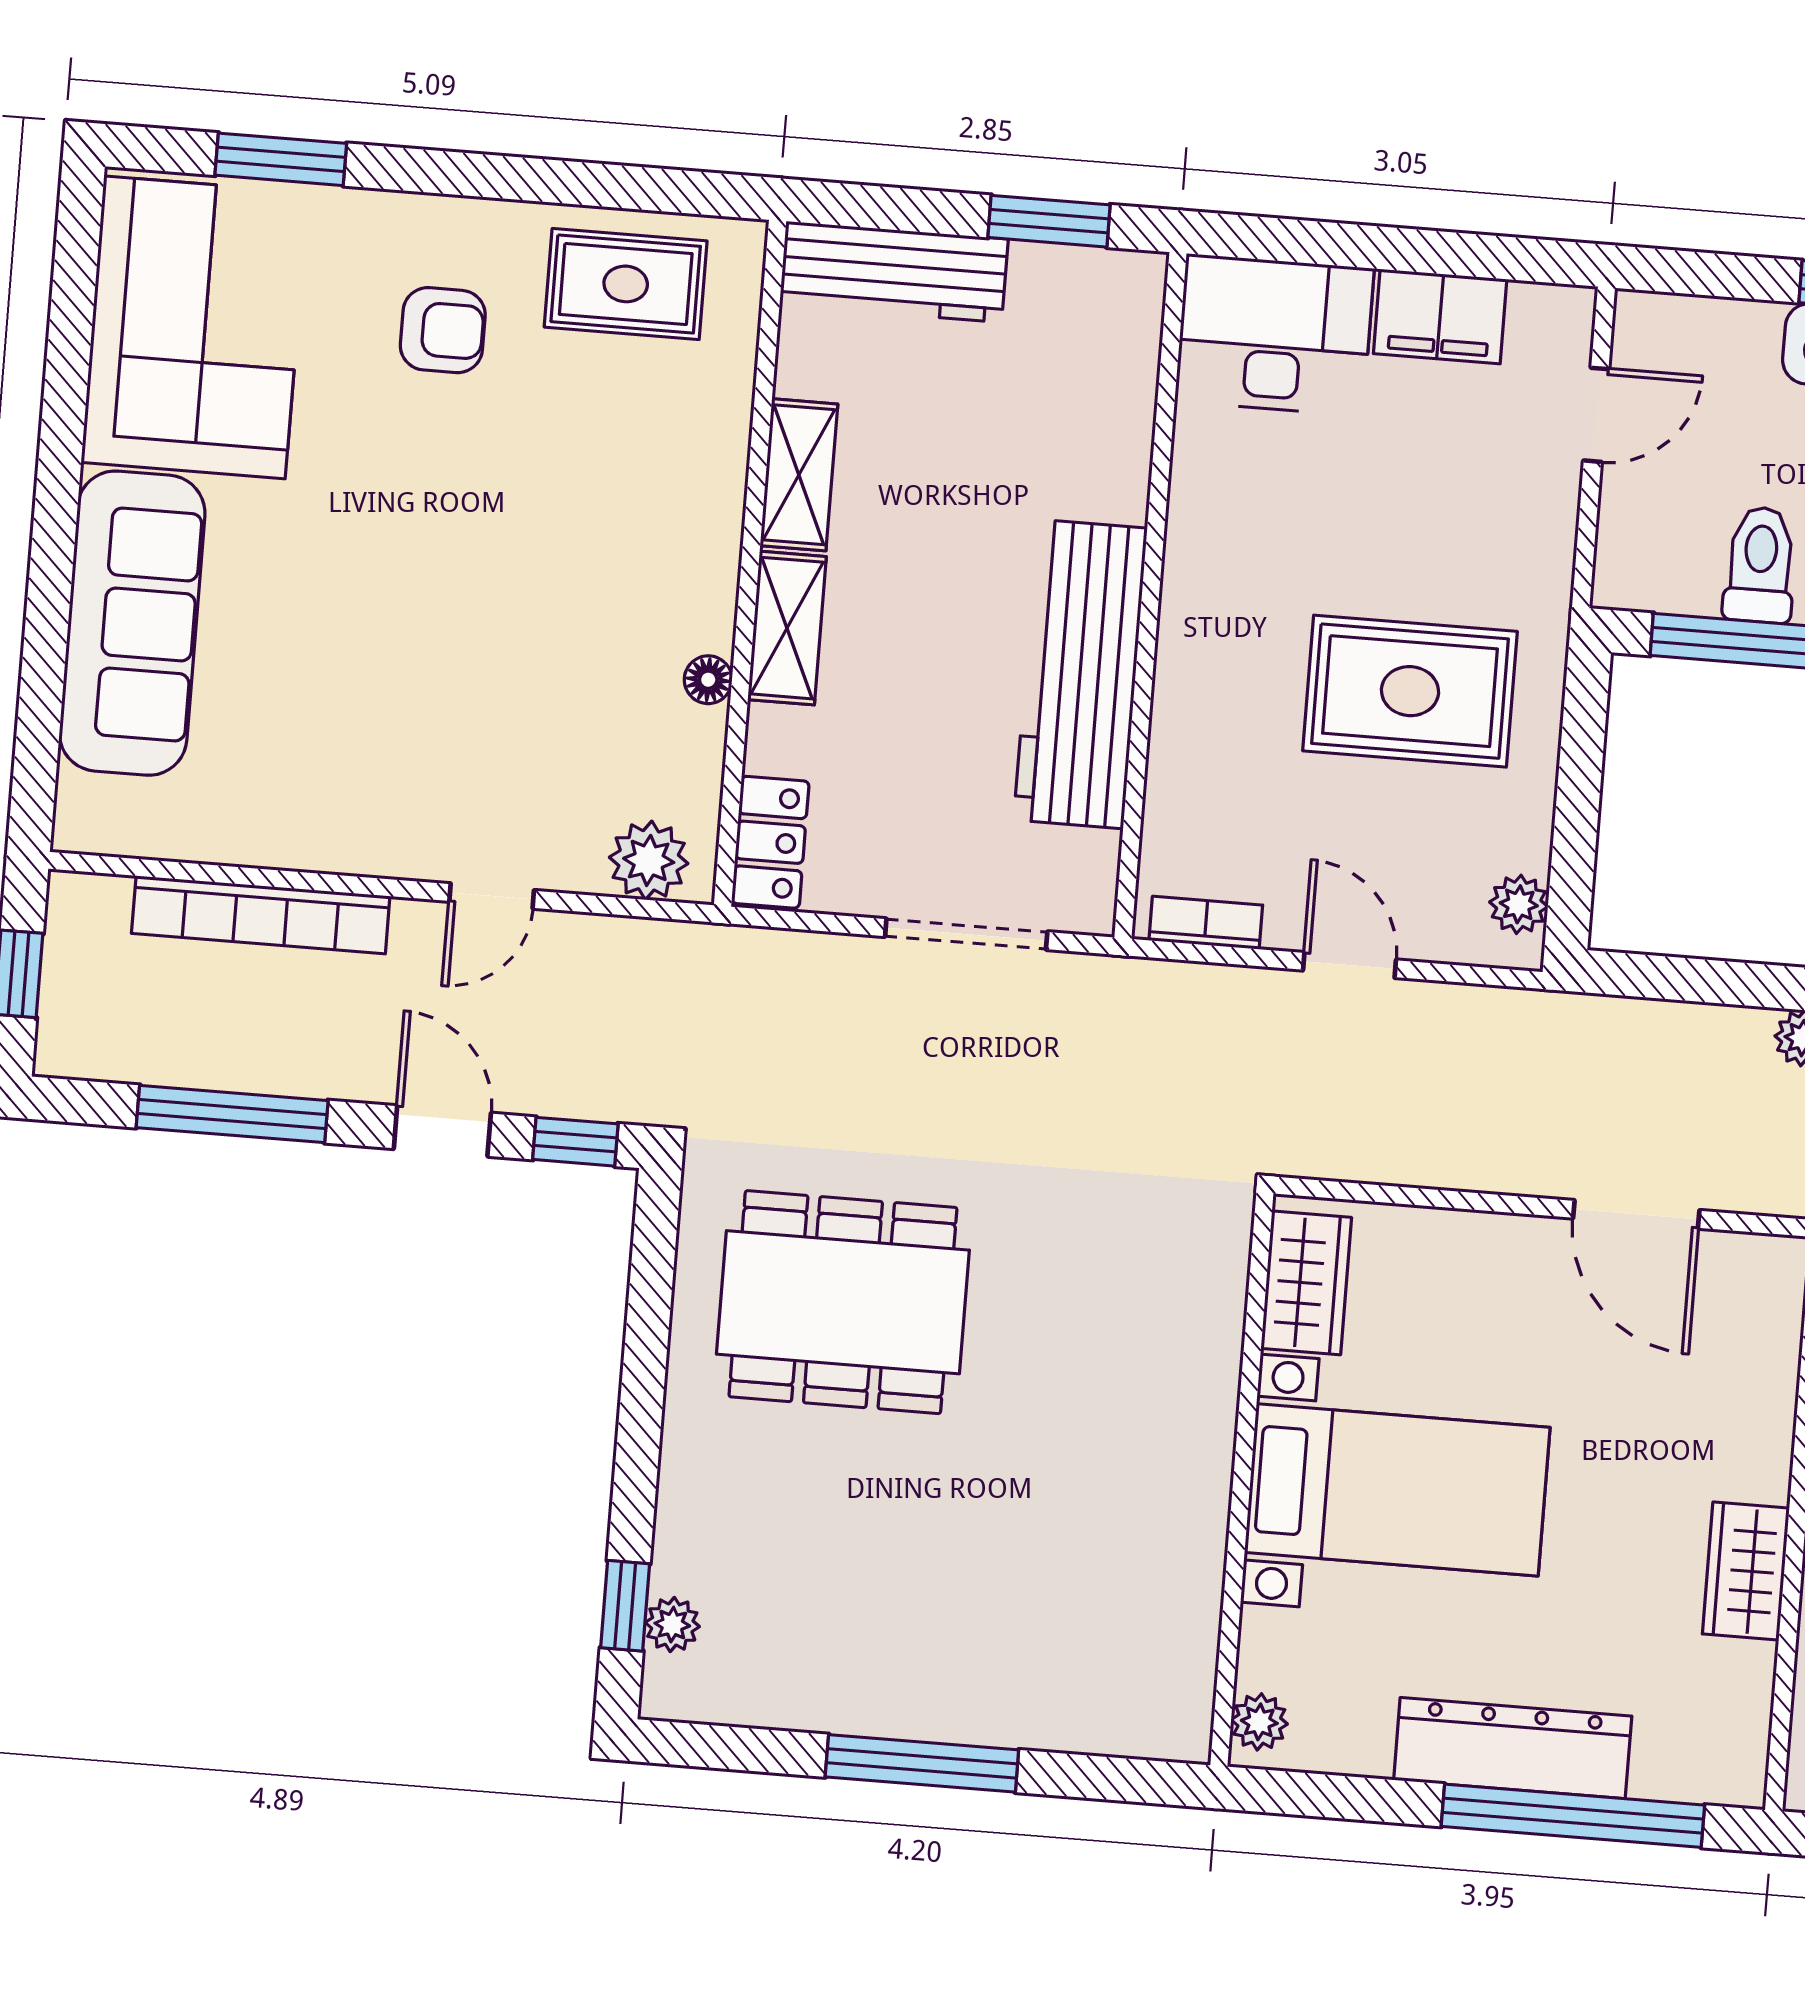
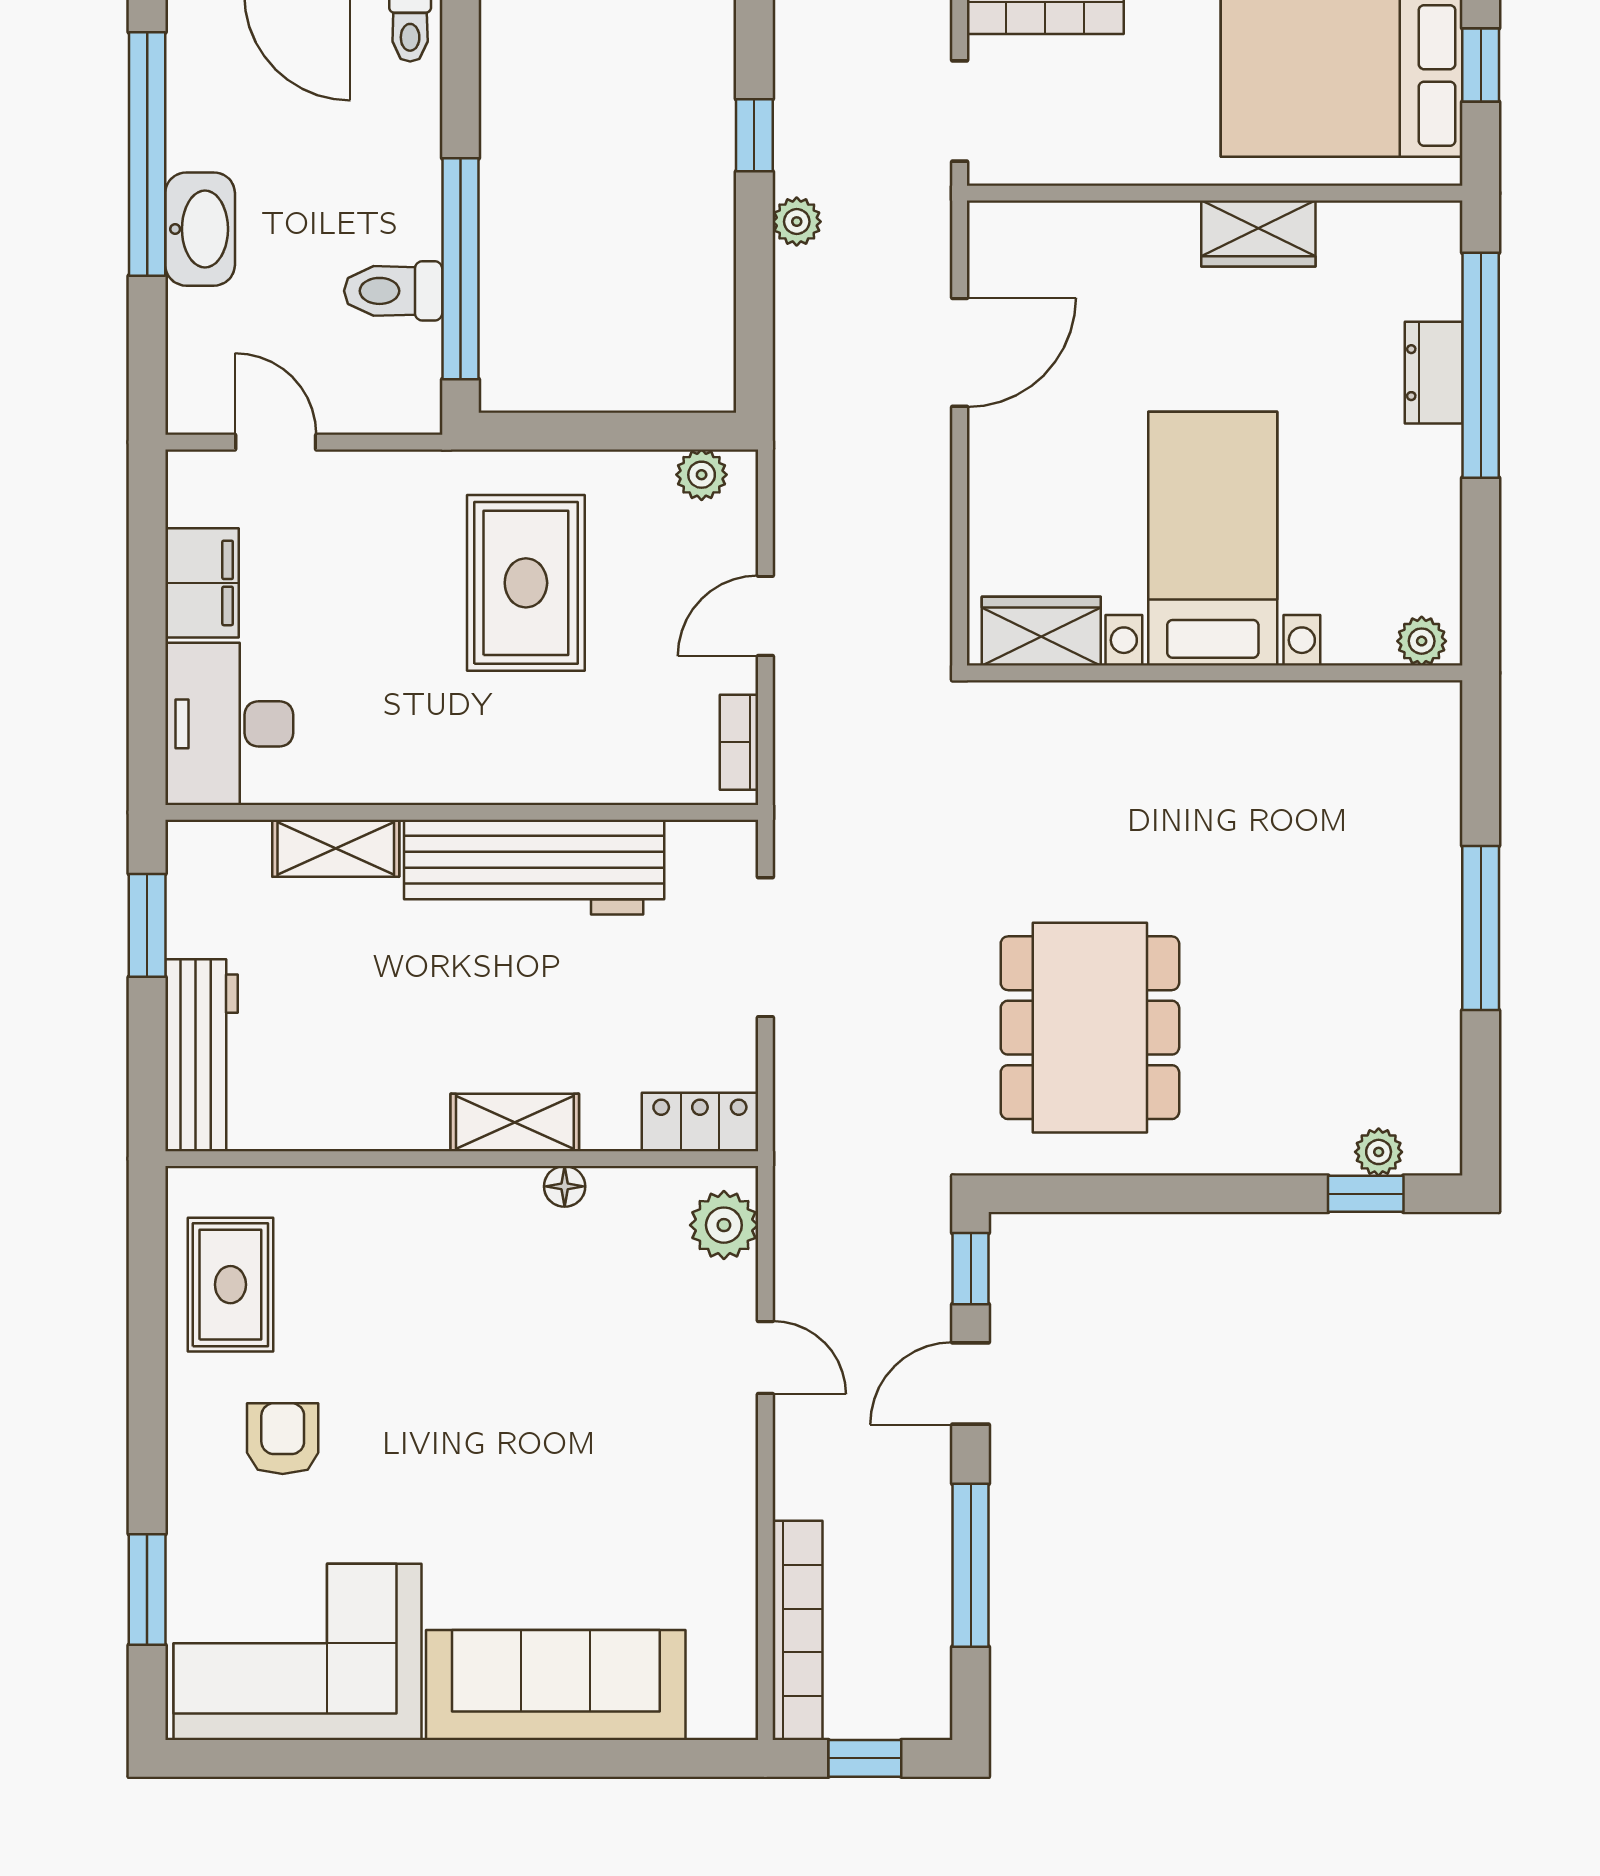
shelving: (799, 475) -> (336, 848), moved
bookcase: (261, 915) -> (798, 1630), moved
dresser: (1513, 1748) -> (1434, 373), width x0.51, depth x0.80

